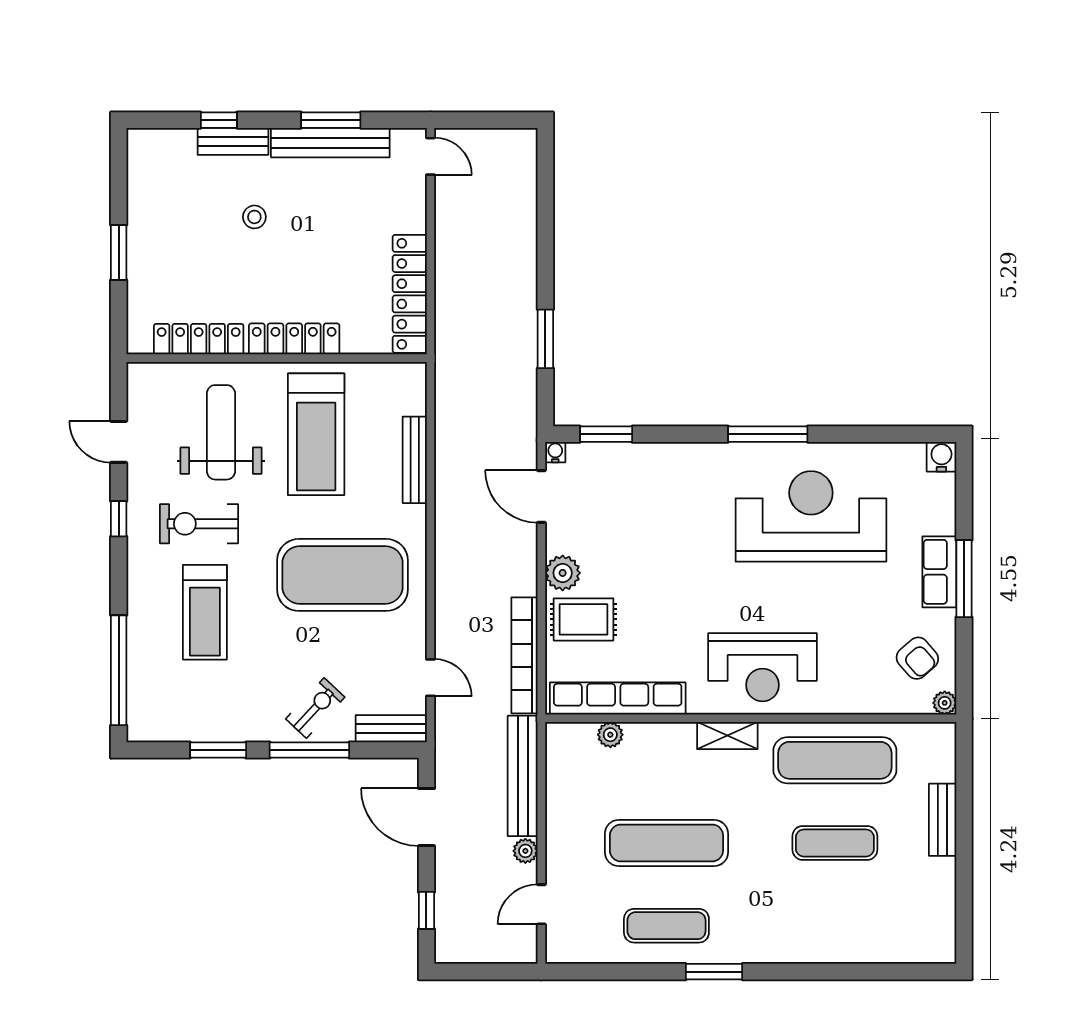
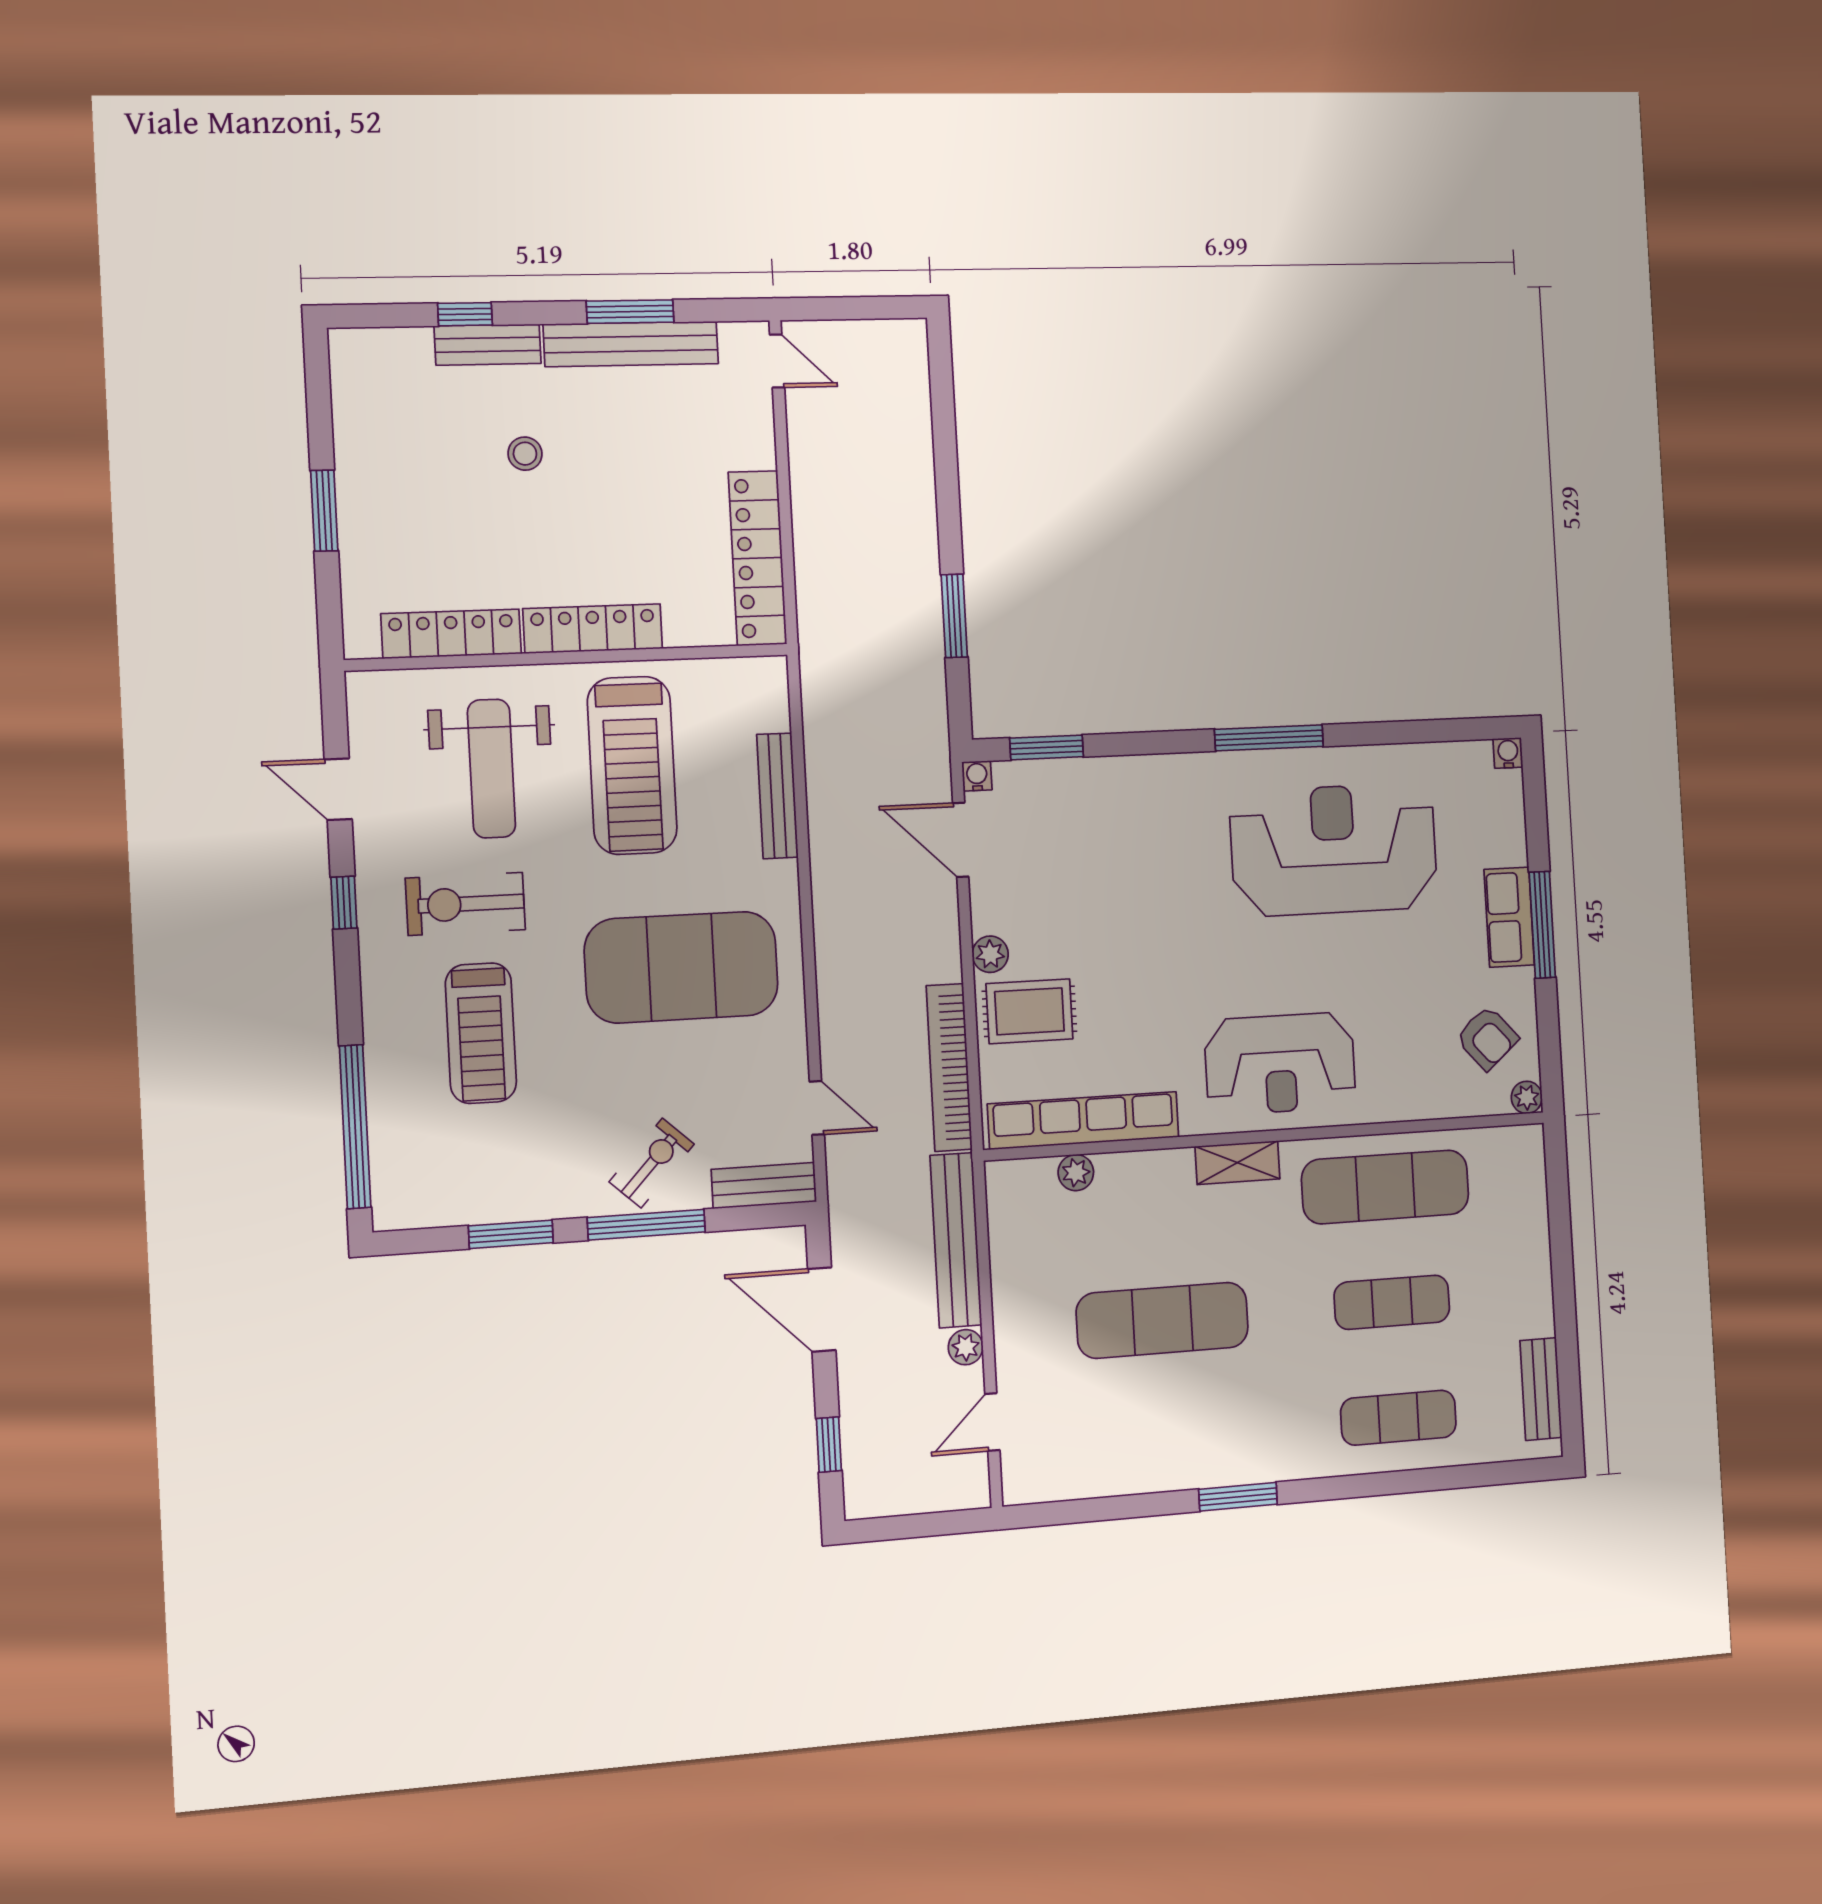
weight bench: (221, 432) -> (491, 769), turned 180
water cooler: (941, 457) -> (1508, 753), width x0.72, depth x0.72
plant: (563, 573) -> (990, 954), width x0.73, depth x0.73
bench: (943, 820) -> (1541, 1389), moved
exercise mat: (666, 926) -> (1398, 1418), moved

